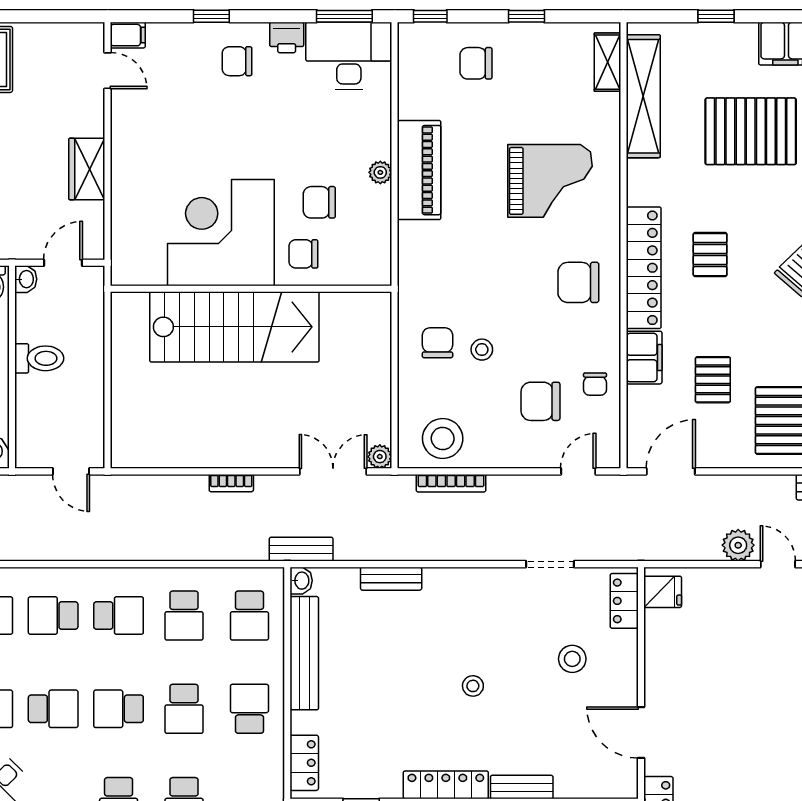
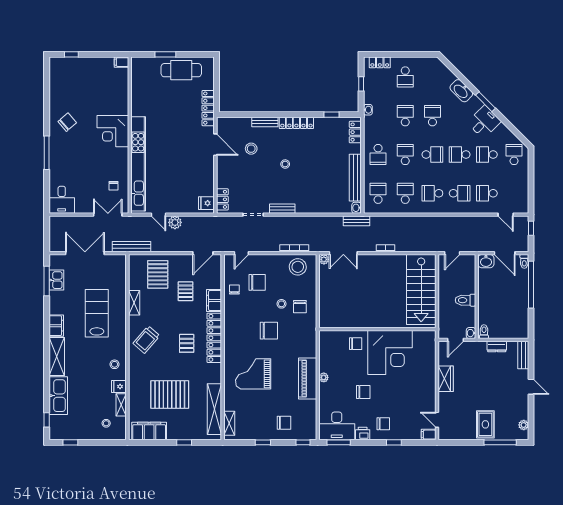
chair: (319, 202) -> (363, 392), moved
chair: (578, 282) -> (269, 331), moved
stairs: (234, 327) -> (421, 290), moved, turned -90
door: (71, 471) -> (452, 253), swing flipped
bench: (391, 579) -> (282, 209), moved
stool: (572, 659) -> (251, 149), moved

